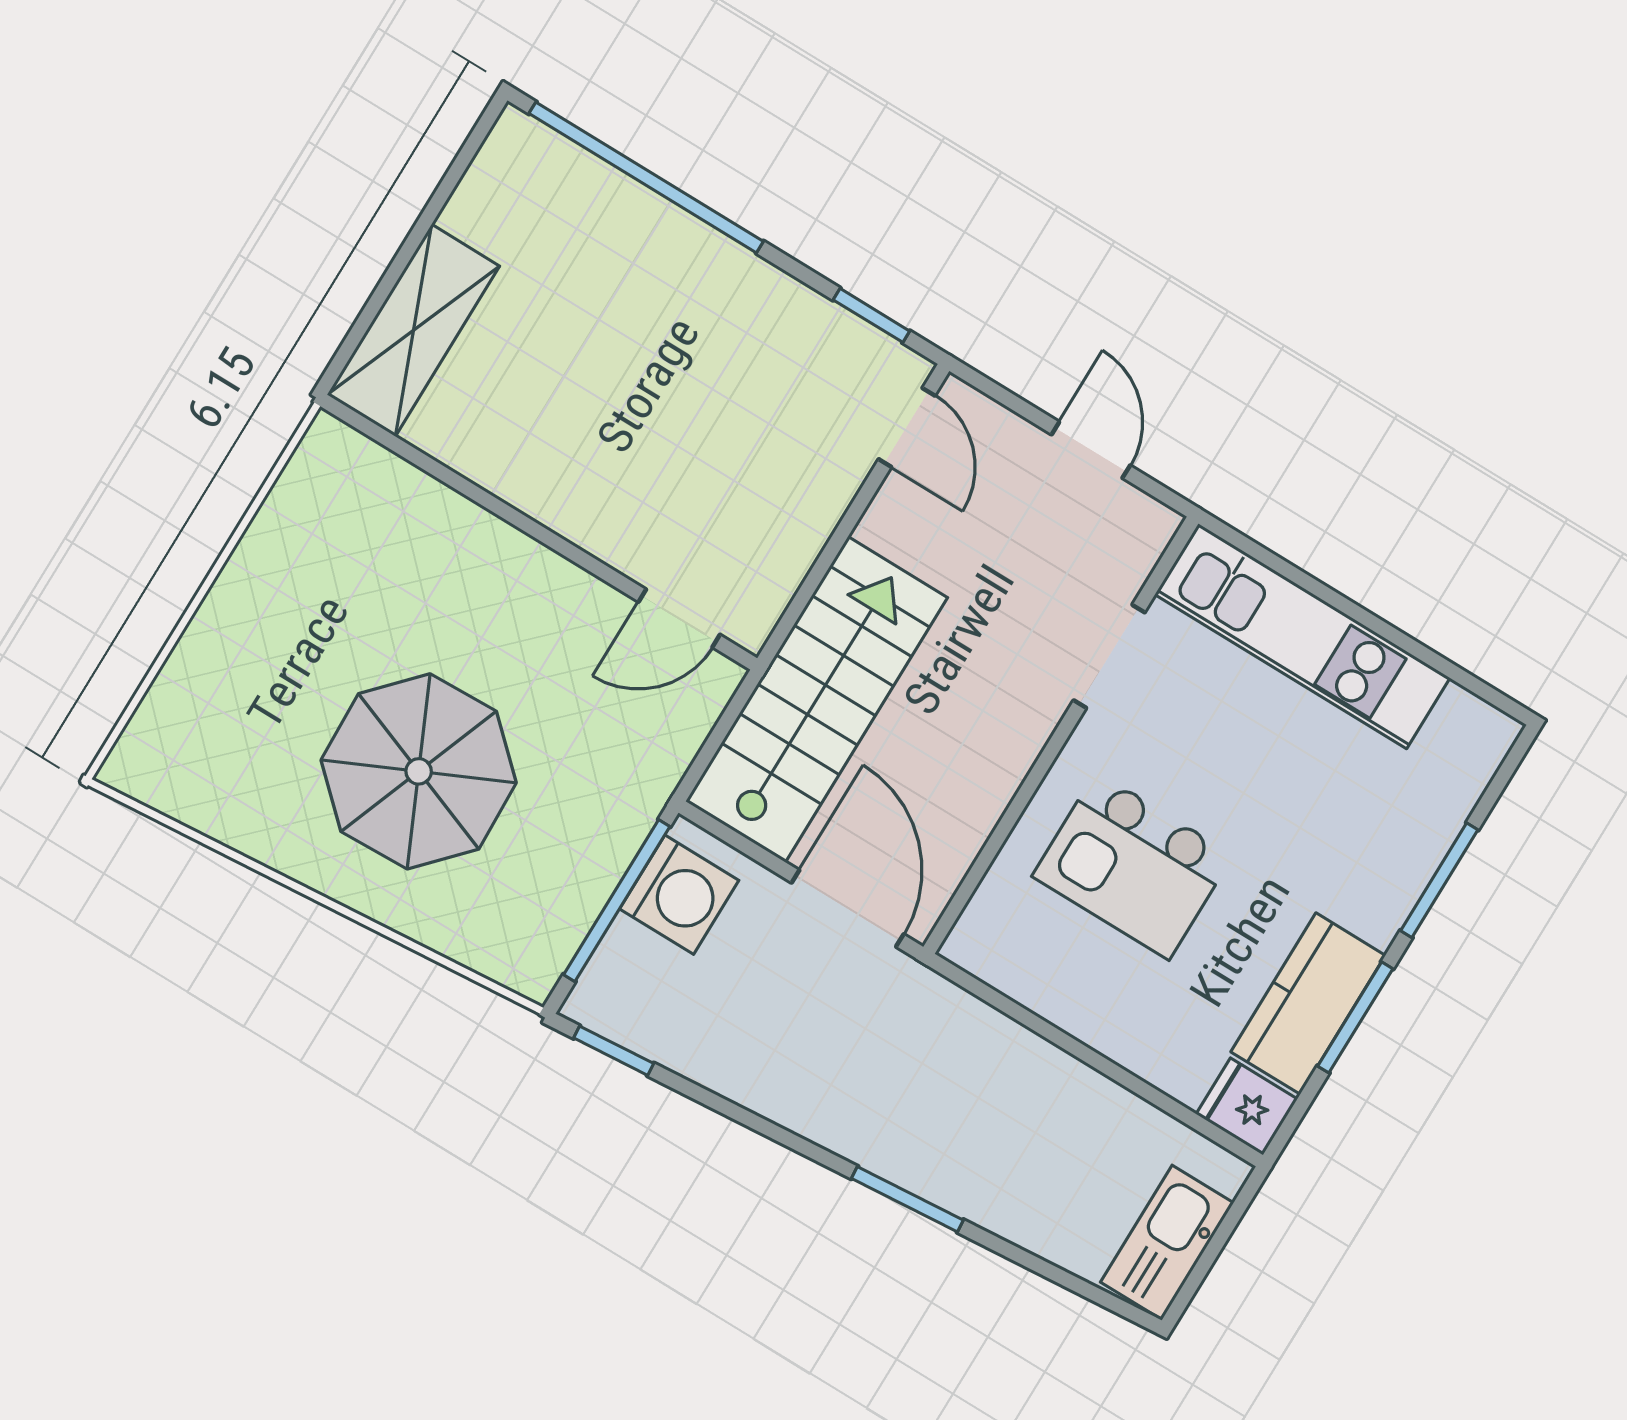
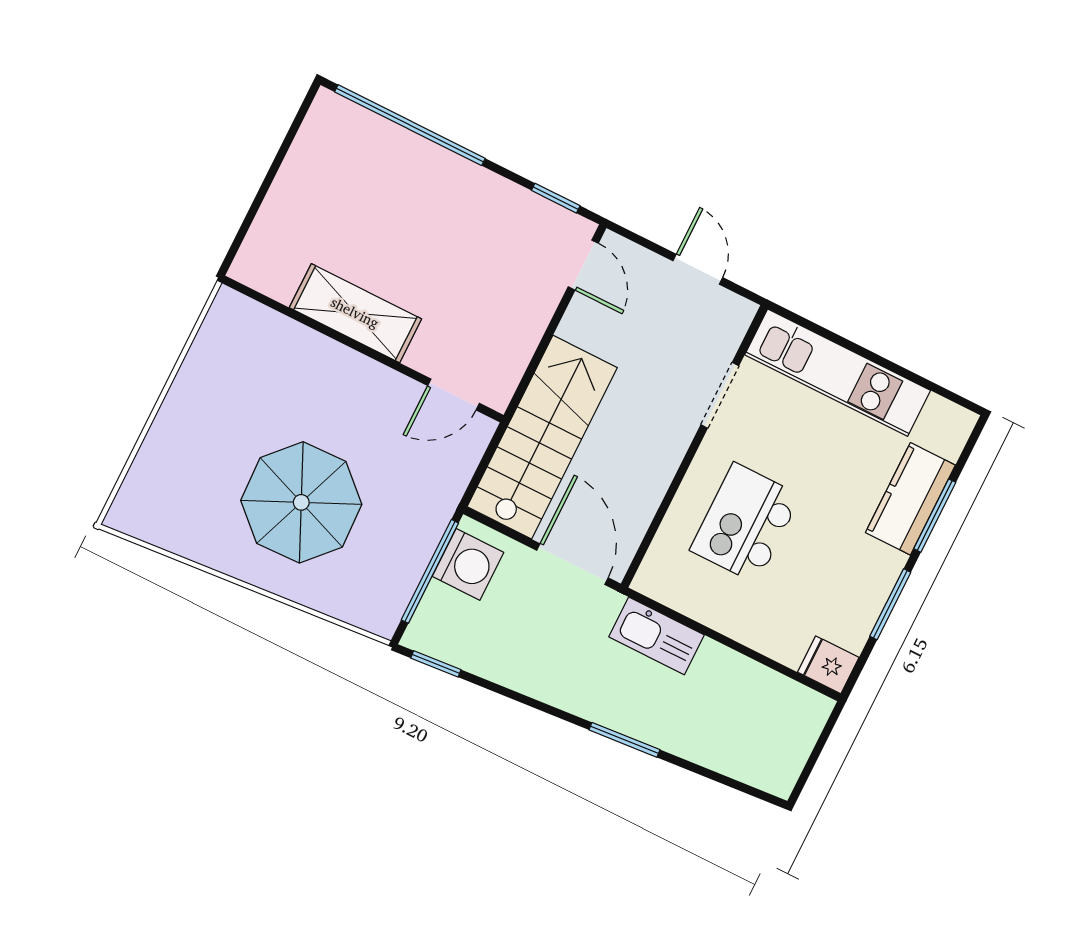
shelving: (413, 330) -> (355, 313), moved, turned 90
kitchen island: (1132, 866) -> (745, 523), turned 90
kitchen counter: (1308, 1004) -> (910, 499), moved
kitchen sink: (1167, 1242) -> (657, 636), moved, turned -90

